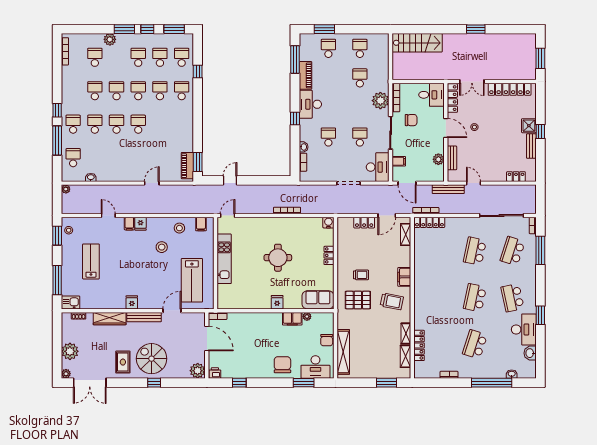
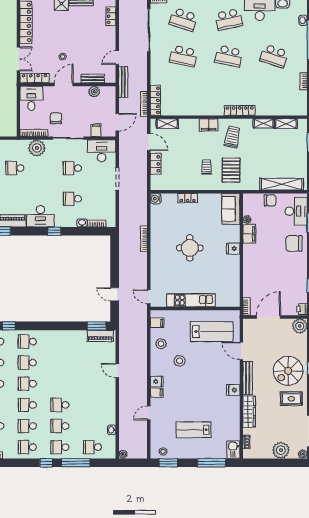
school desk: (138, 124) -> (27, 447), moved
locker: (419, 345) -> (240, 110), moved

